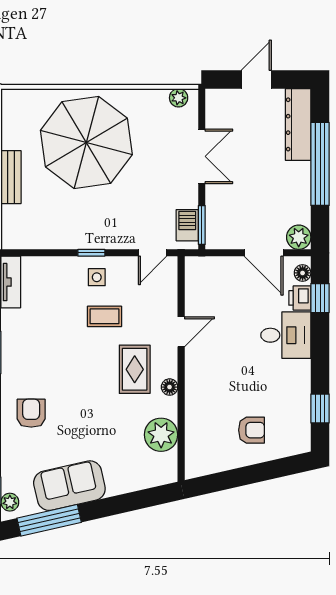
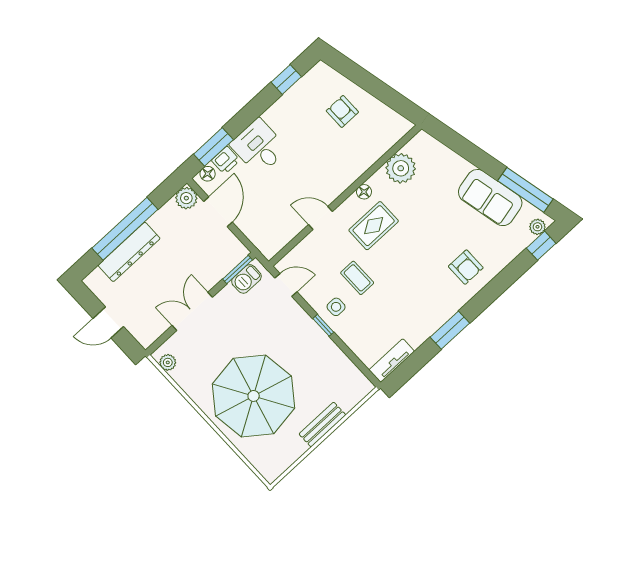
dresser: (298, 124) -> (129, 252), moved
window: (320, 298) -> (213, 147), width x1.50
armchair: (31, 413) -> (466, 267), turned -90

